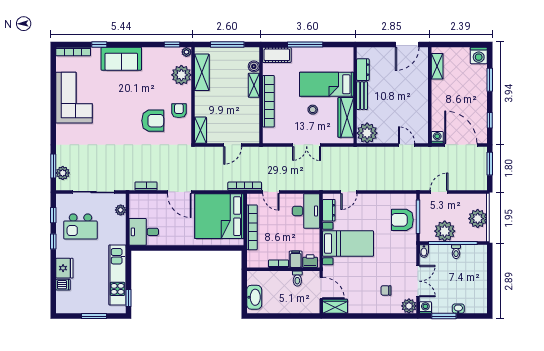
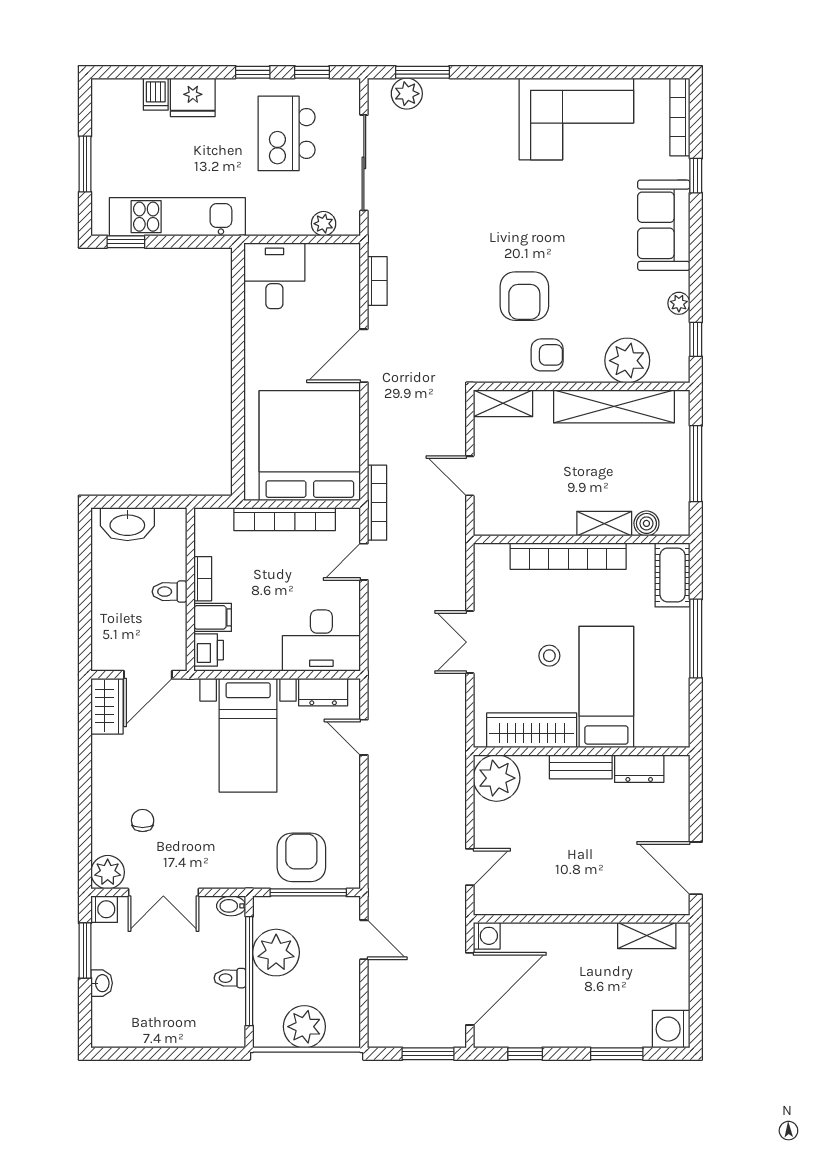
plant: (186, 52) -> (679, 303), moved
shelving: (202, 72) -> (614, 406), width x1.47
toilet: (297, 279) -> (169, 592), moved

